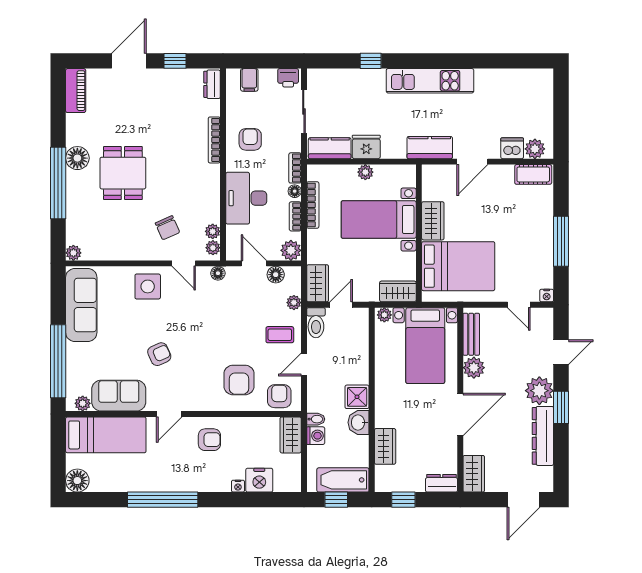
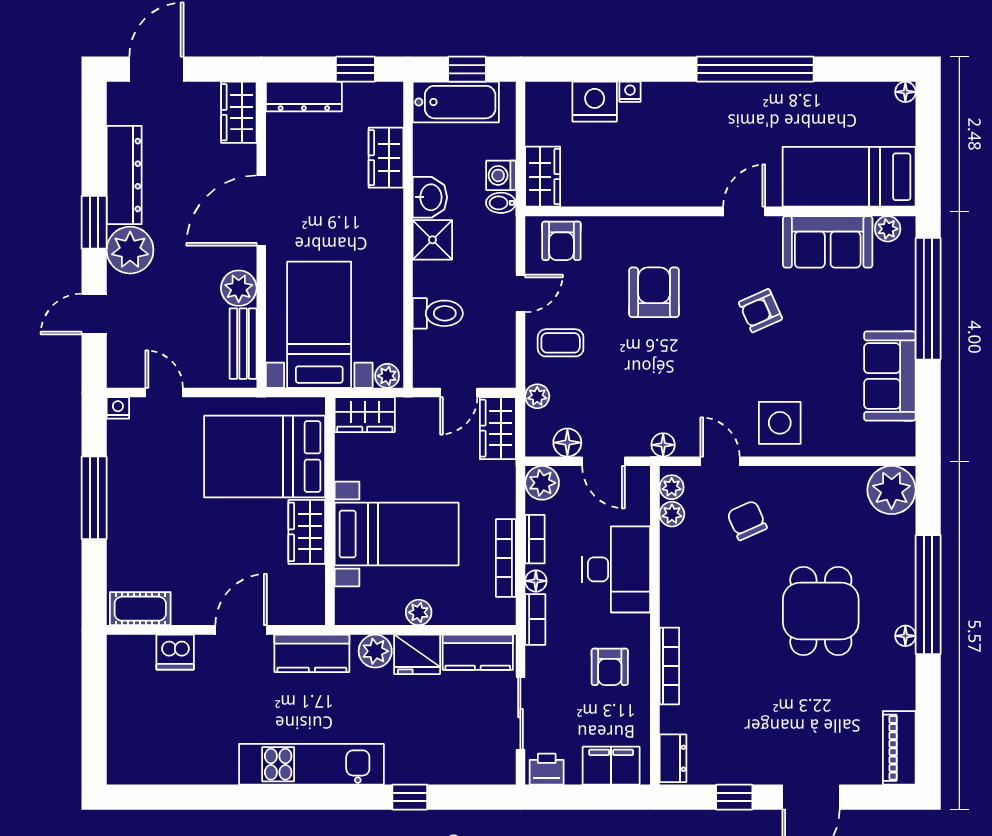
filing cabinet: (249, 80) -> (611, 766), width x2.00
plant: (535, 149) -> (375, 651), moved
floor lamp: (77, 158) -> (905, 636), width x0.53, depth x0.53
plant: (73, 253) -> (892, 490), width x1.87, depth x1.87
sofa: (81, 305) -> (890, 376), width x0.73
toilet: (316, 323) -> (438, 313), moved, turned 90
armchair: (239, 380) -> (654, 292), moved
armchair: (209, 440) -> (677, 169), removed
floor lamp: (77, 481) -> (905, 92), width x0.53, depth x0.53
dresser: (442, 483) -> (304, 97), width x1.44

